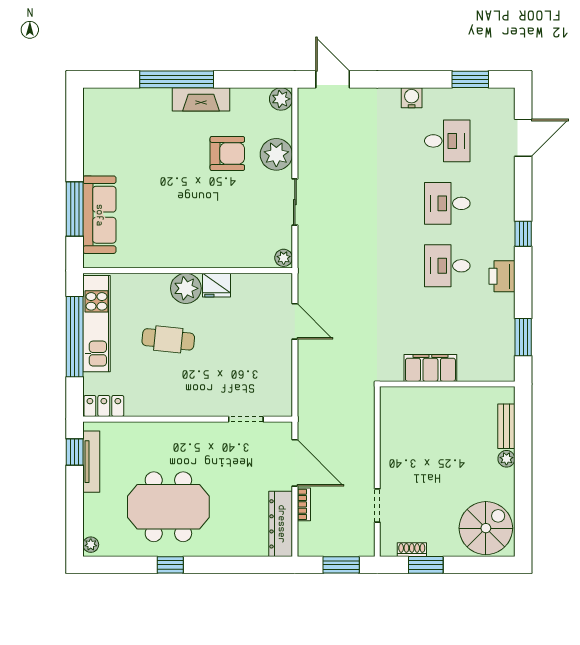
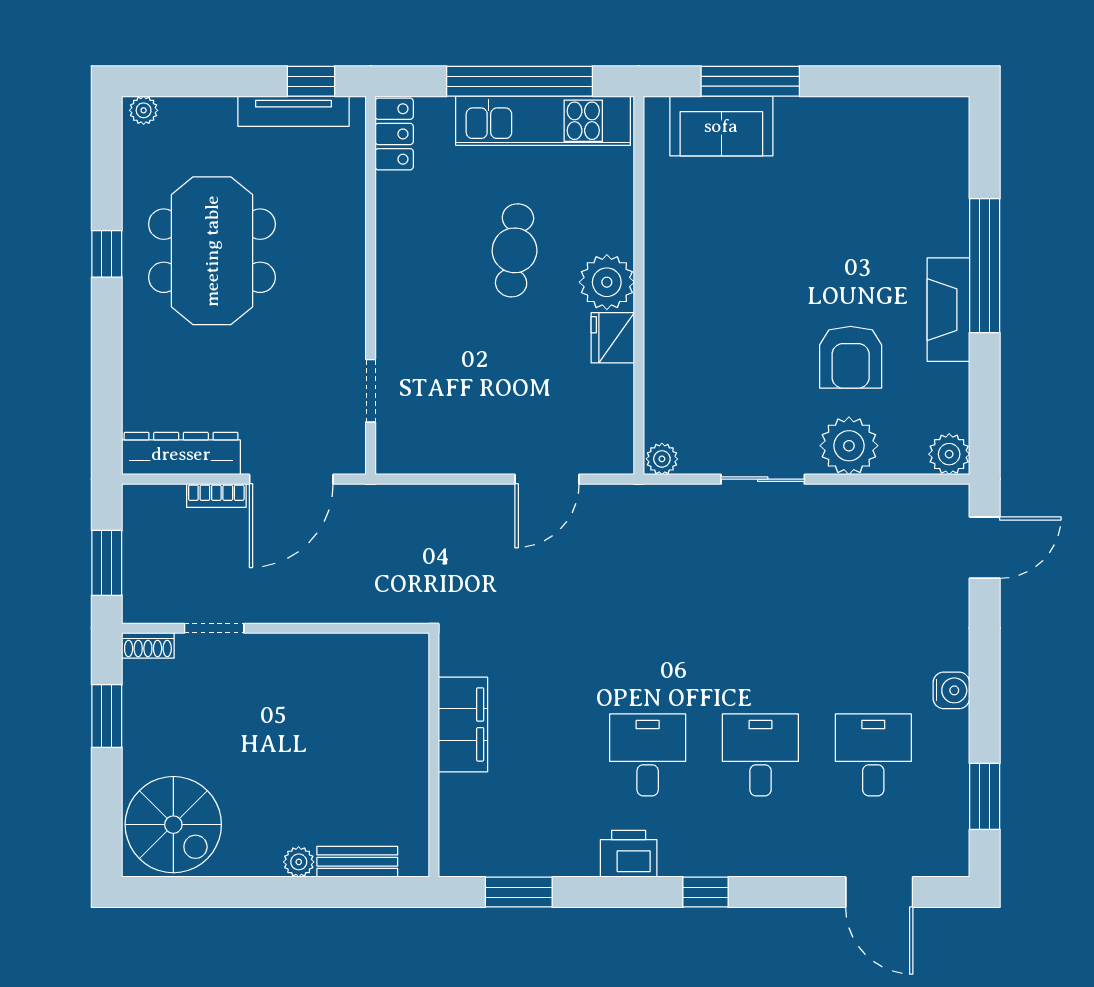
desk: (447, 141) -> (873, 755), turned 180
sofa: (99, 215) -> (721, 126), width x0.73
shoe rack: (412, 550) -> (148, 645), moved, turned 90

